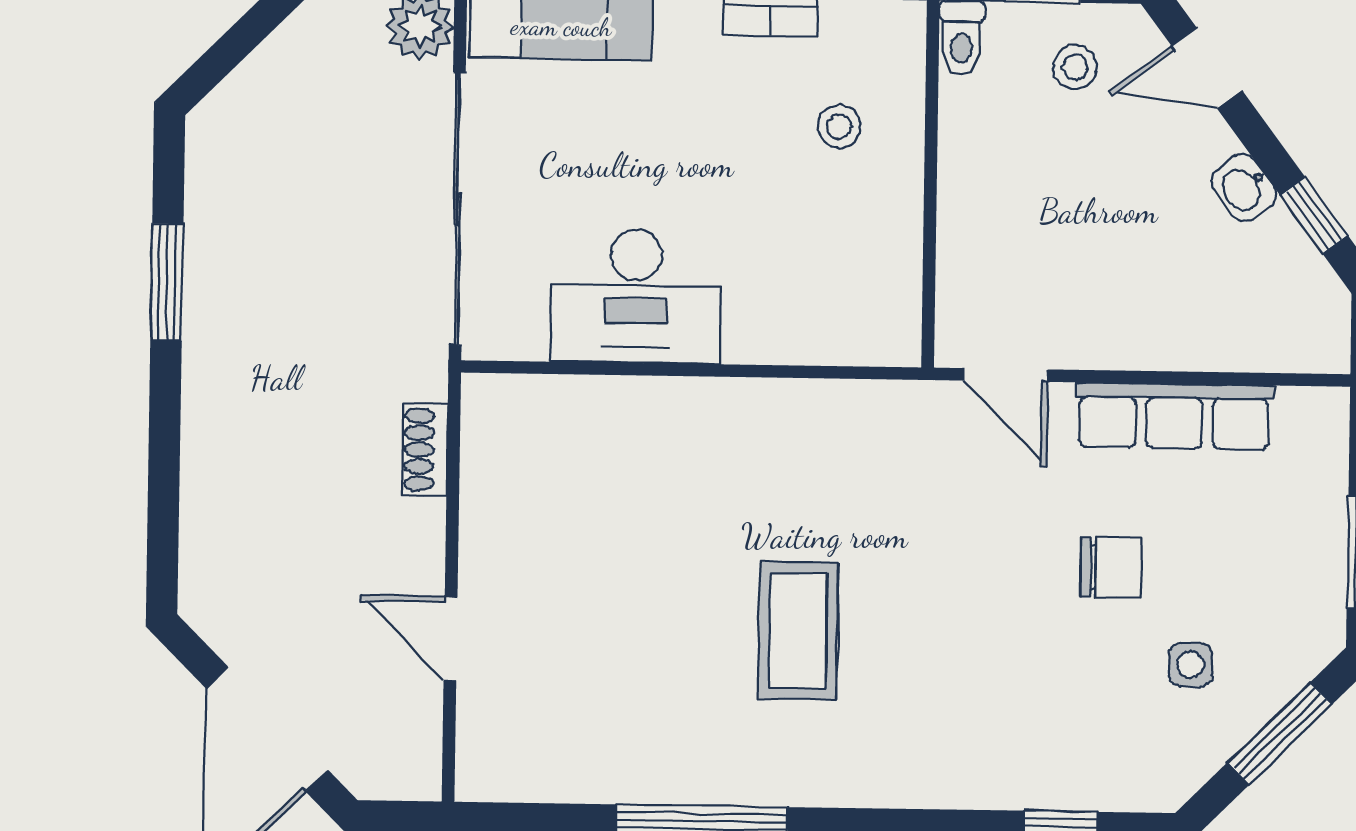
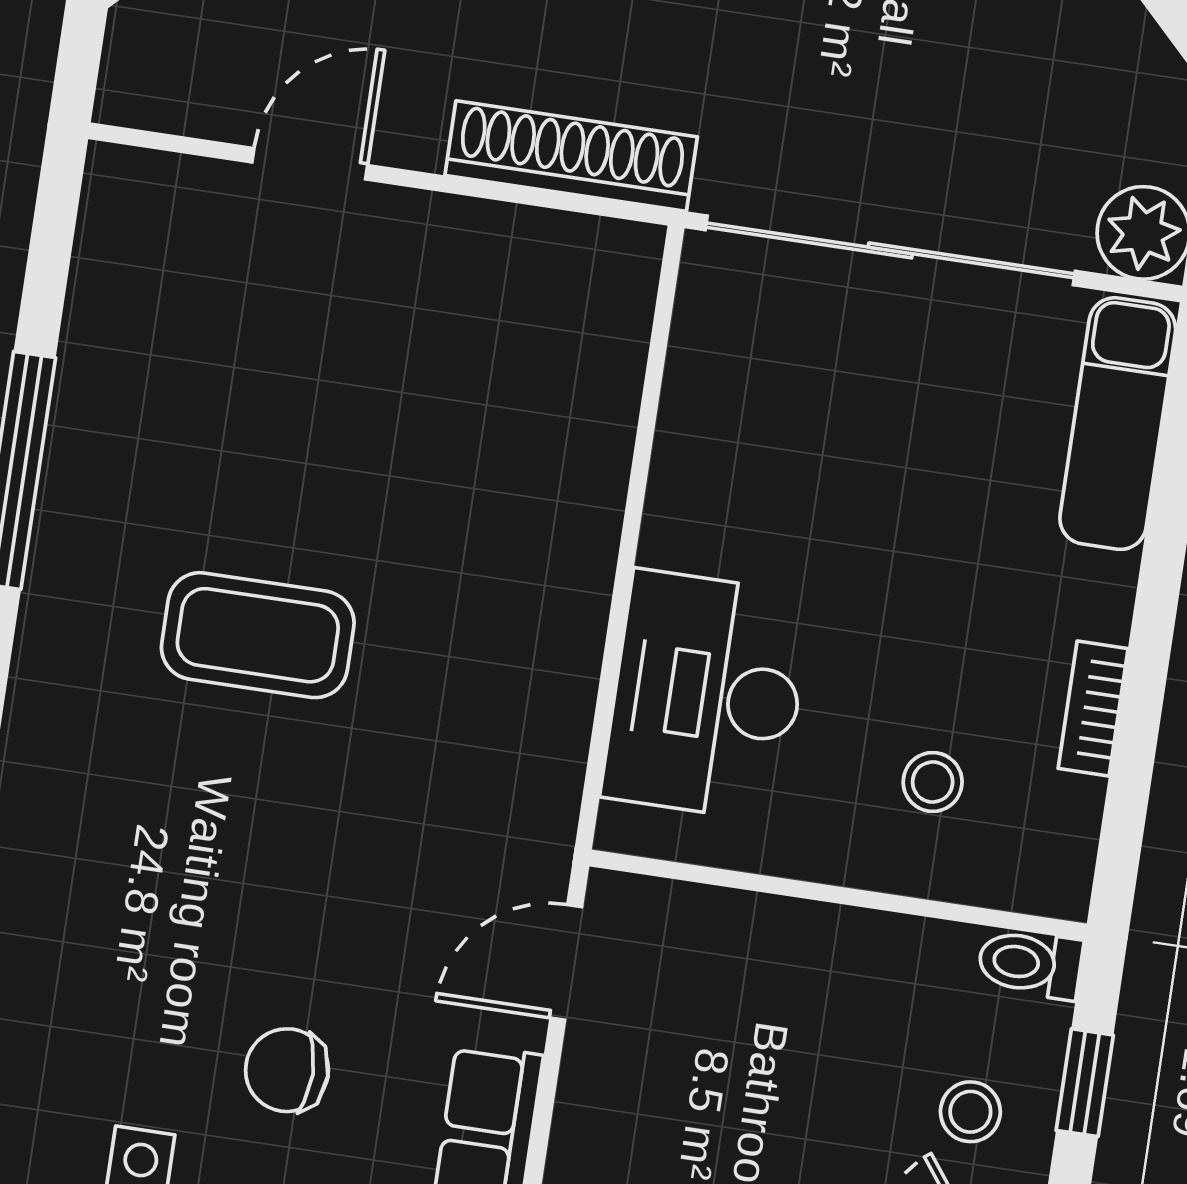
desk: (636, 296) -> (707, 696), moved
shoe rack: (425, 450) -> (571, 156), width x1.94, depth x1.24
chair: (1111, 567) -> (287, 1070), turned 90

